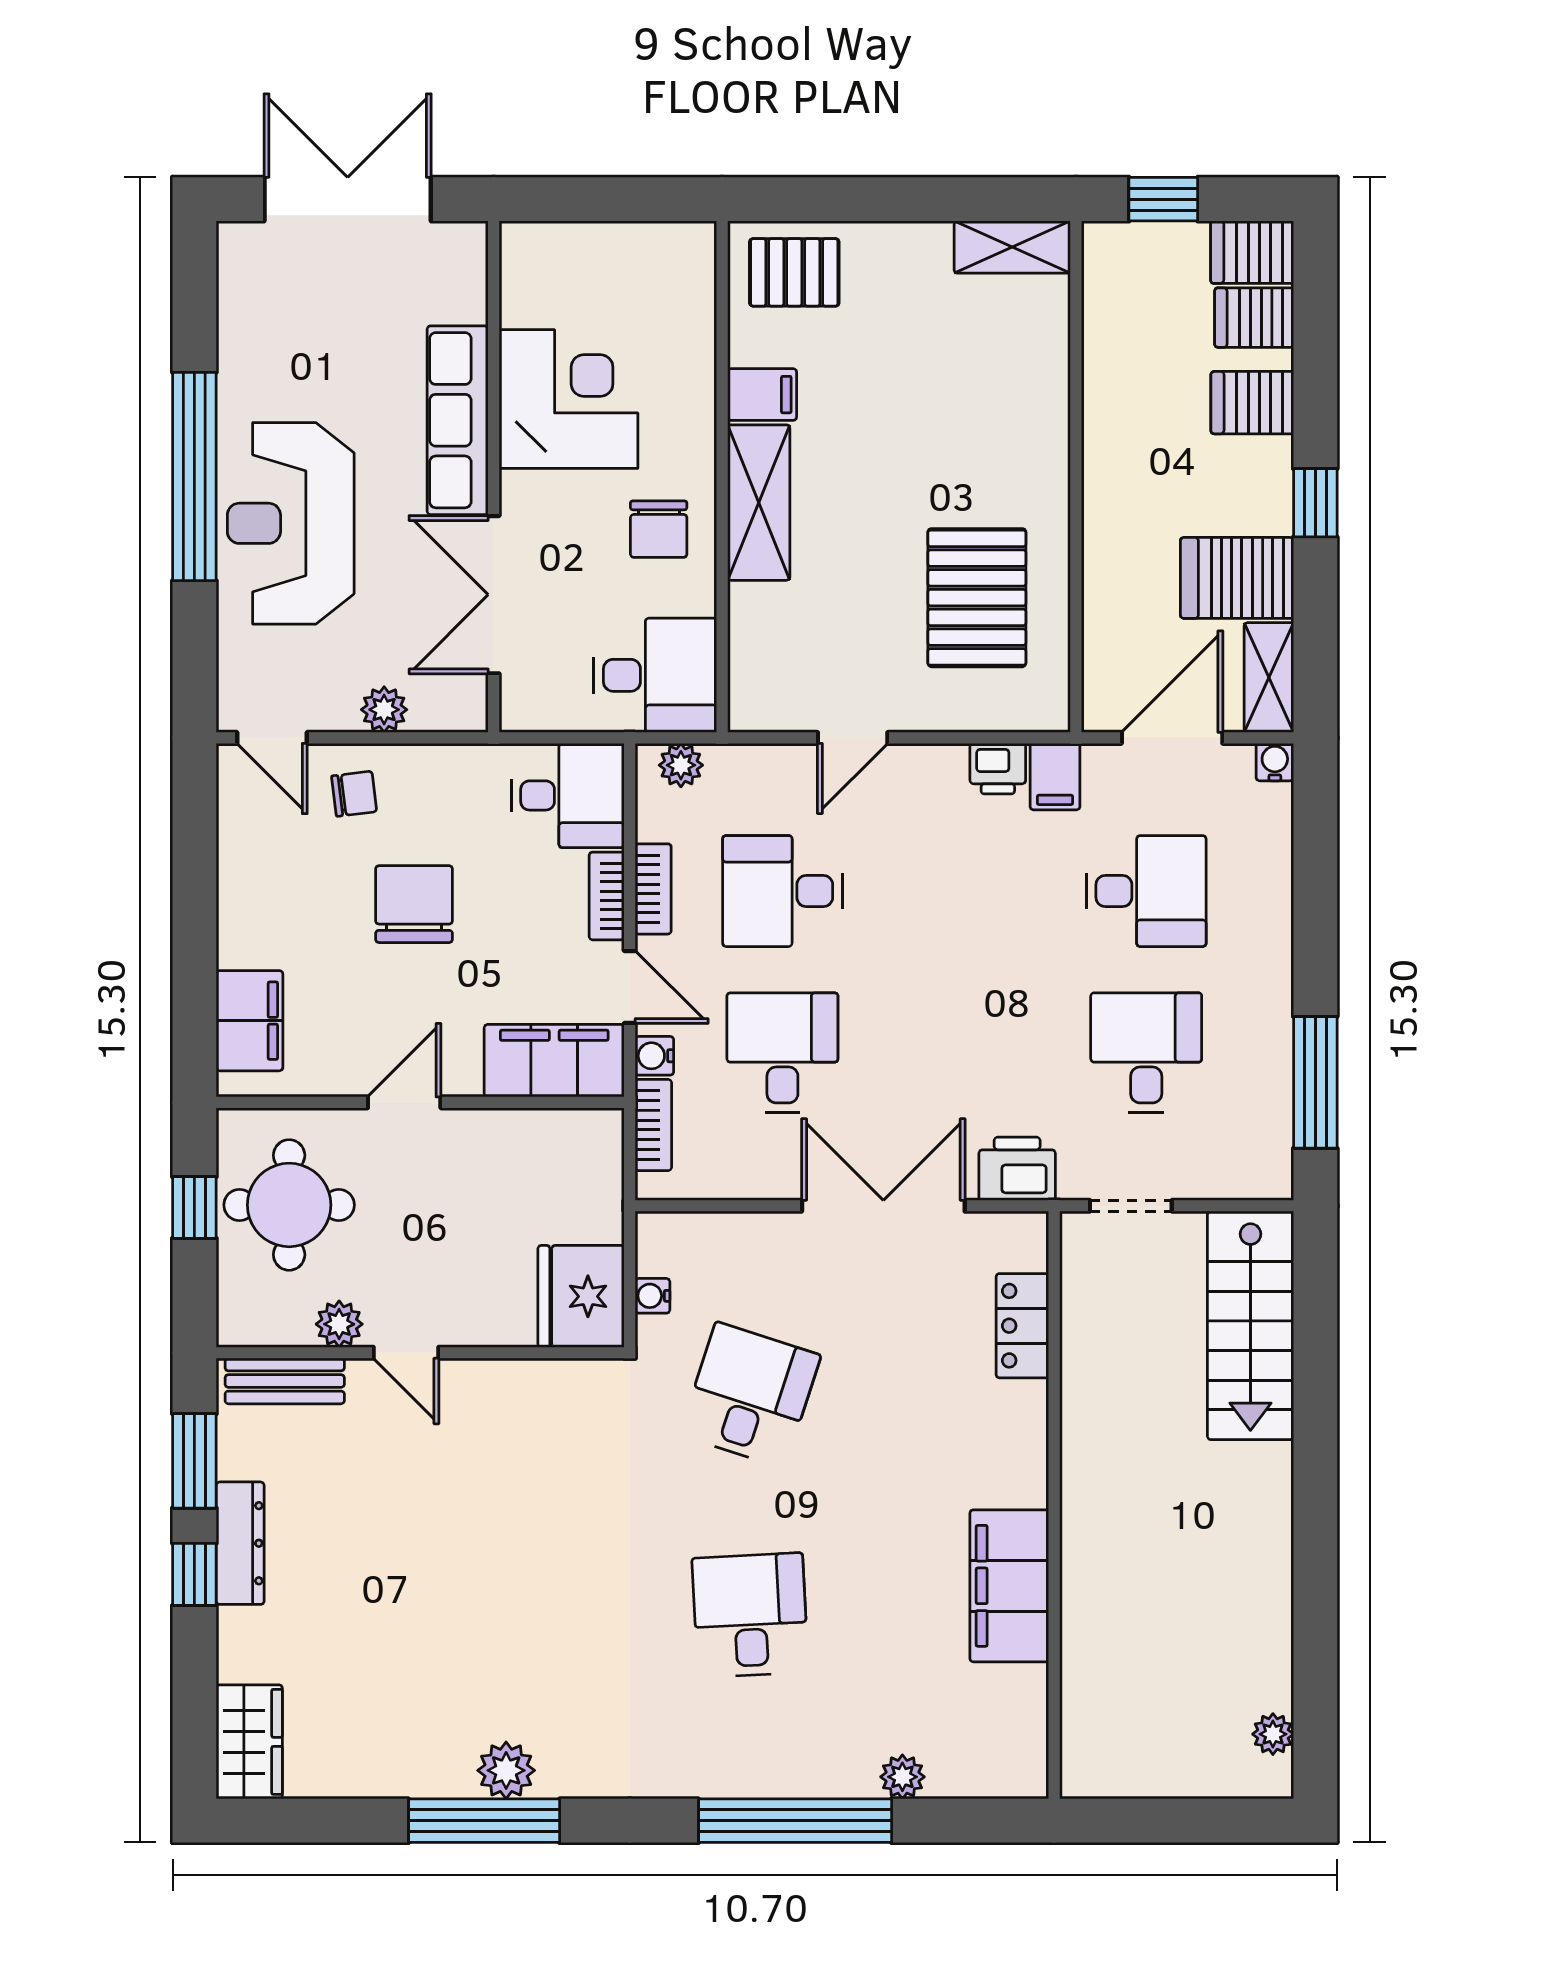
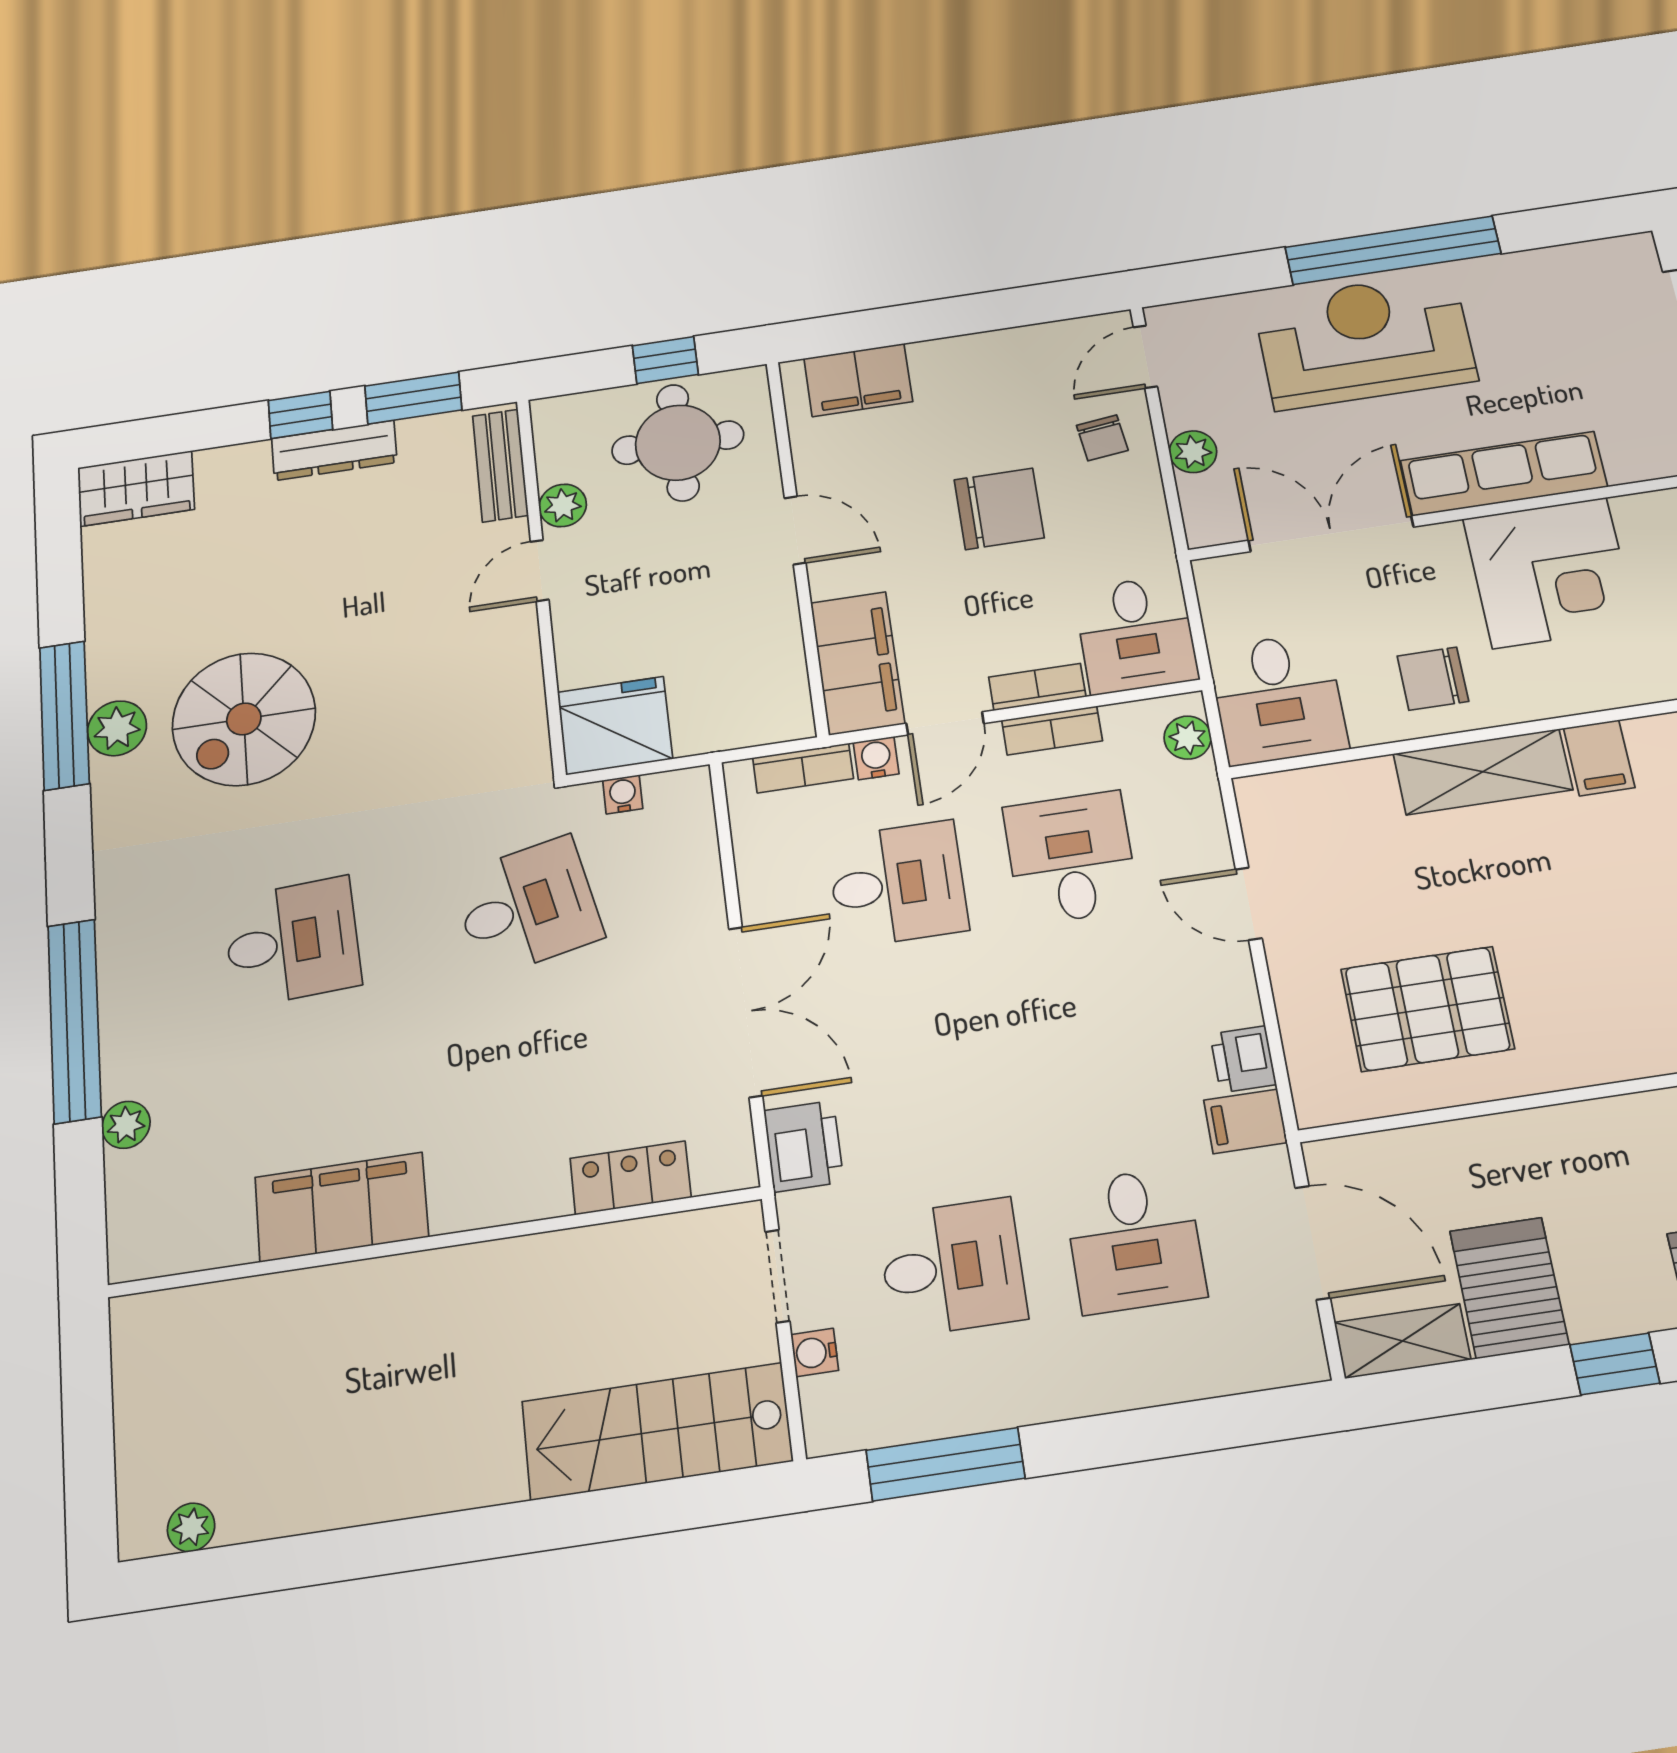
water cooler: (1275, 762) -> (815, 1352), moved, turned 180
desk: (750, 1395) -> (527, 907), turned -30
spiral stairs: (516, 1648) -> (244, 719), added

